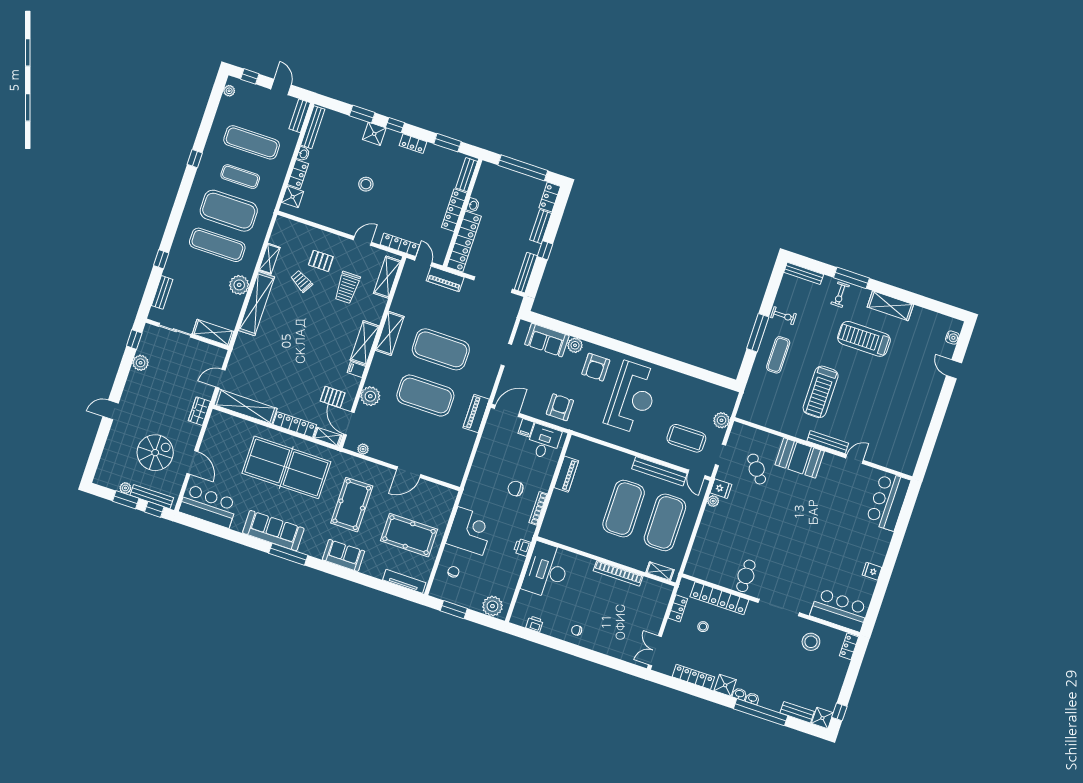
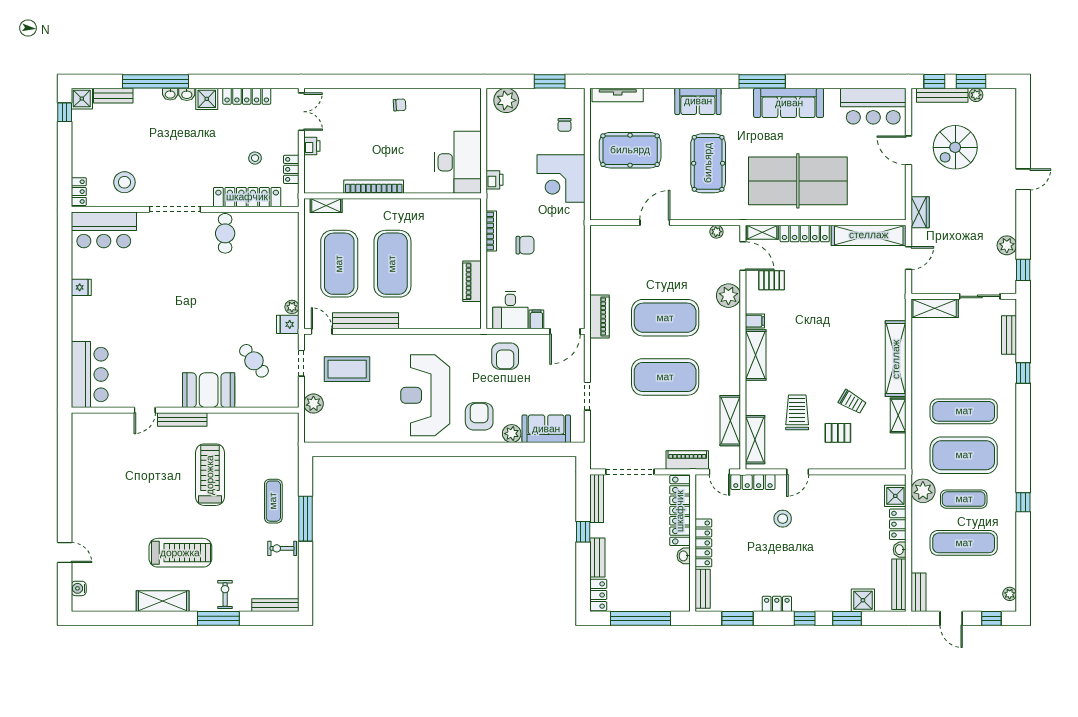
shower: (374, 134) -> (863, 600), moved
stool: (366, 184) -> (783, 519), moved
plant: (239, 285) -> (923, 491), moved
shelving: (390, 333) -> (730, 421), moved
printer: (534, 624) -> (312, 146), moved, turned -90

